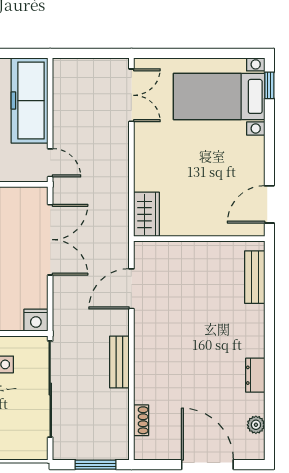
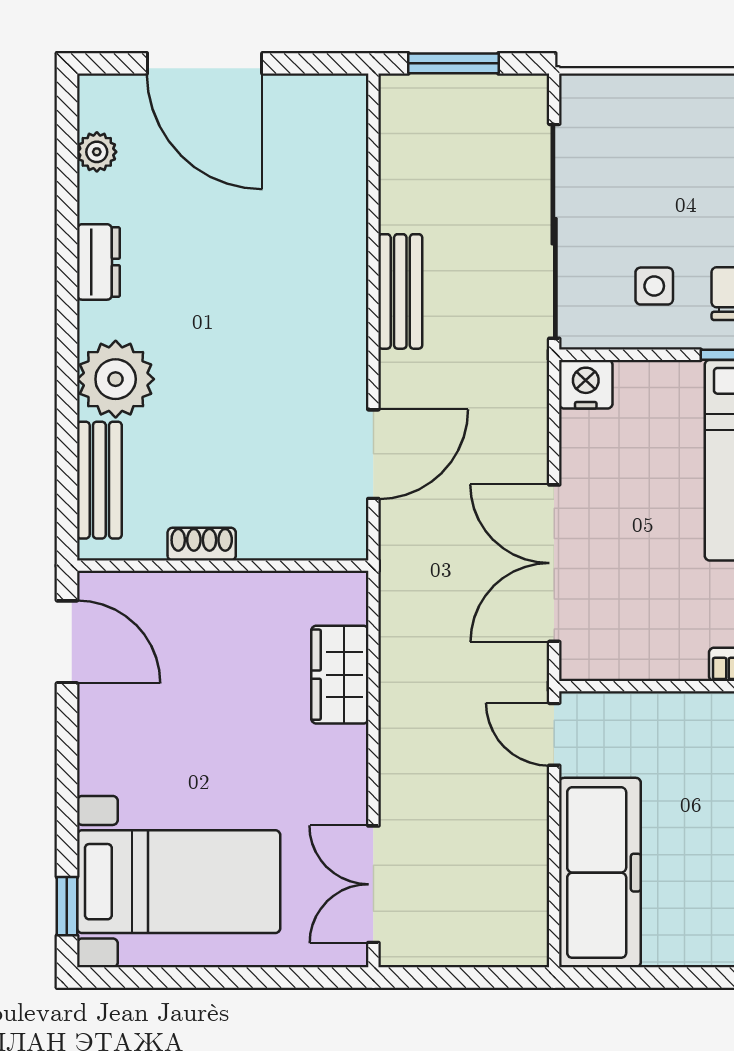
door: (269, 204) -> (67, 642), hinge flipped
wardrobe: (147, 214) -> (340, 675), moved
plant: (247, 323) -> (116, 379), added
shoe rack: (141, 420) -> (202, 544), moved, turned 90

